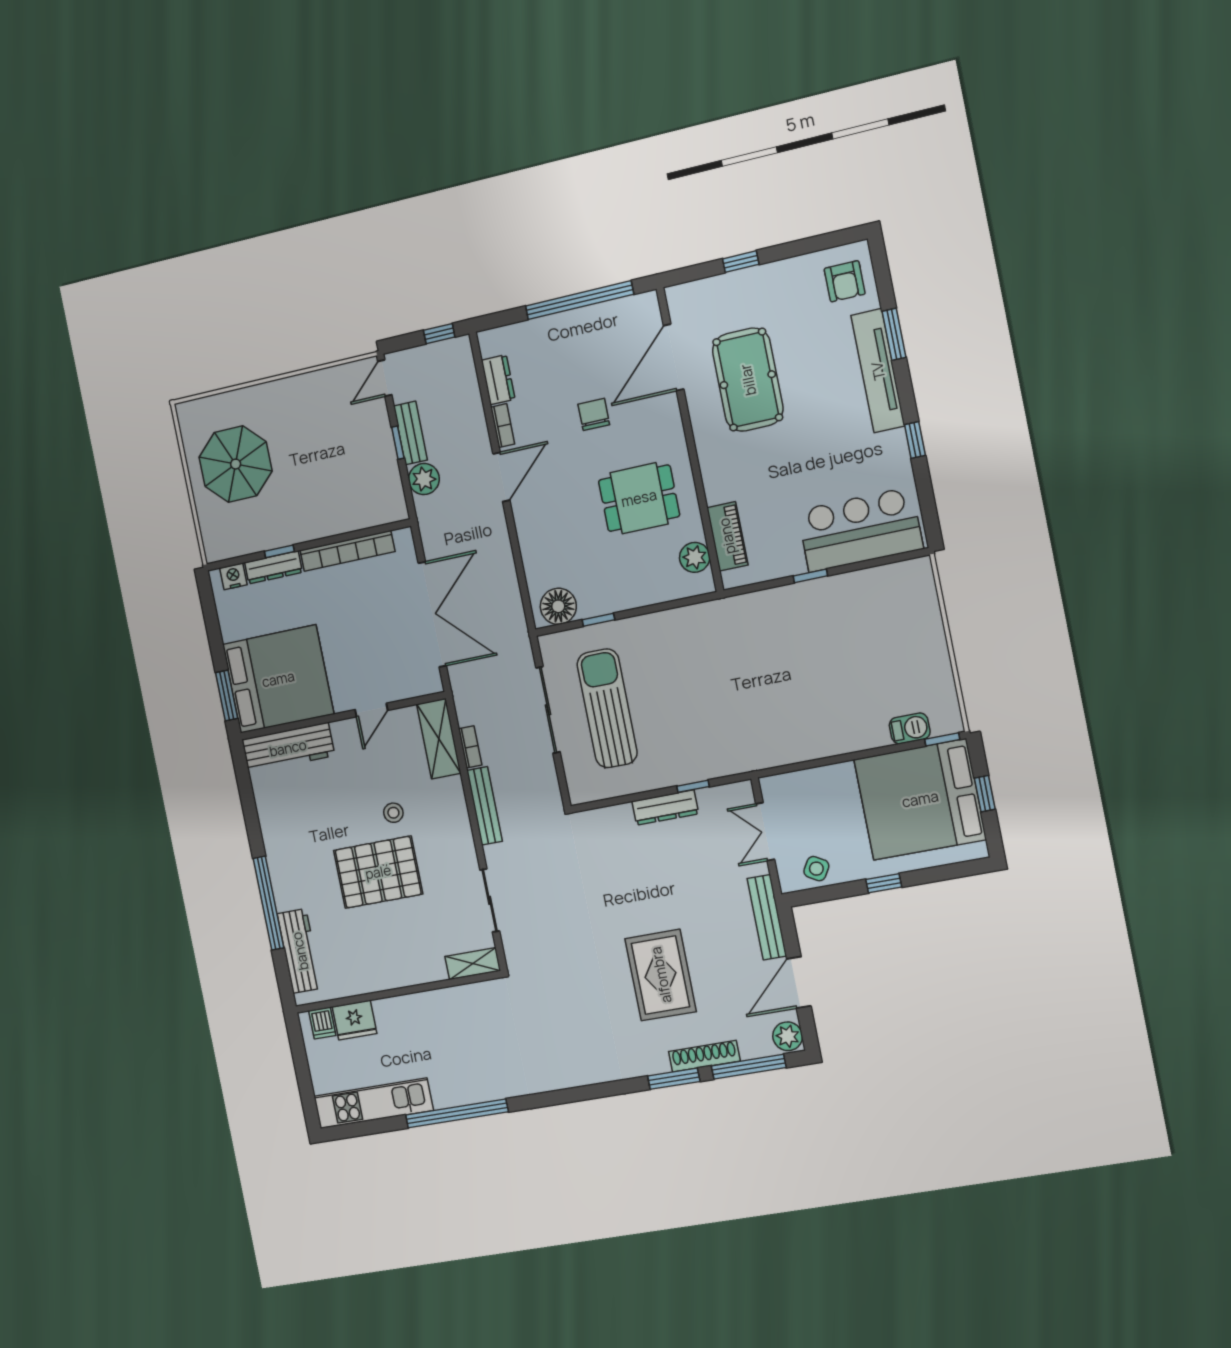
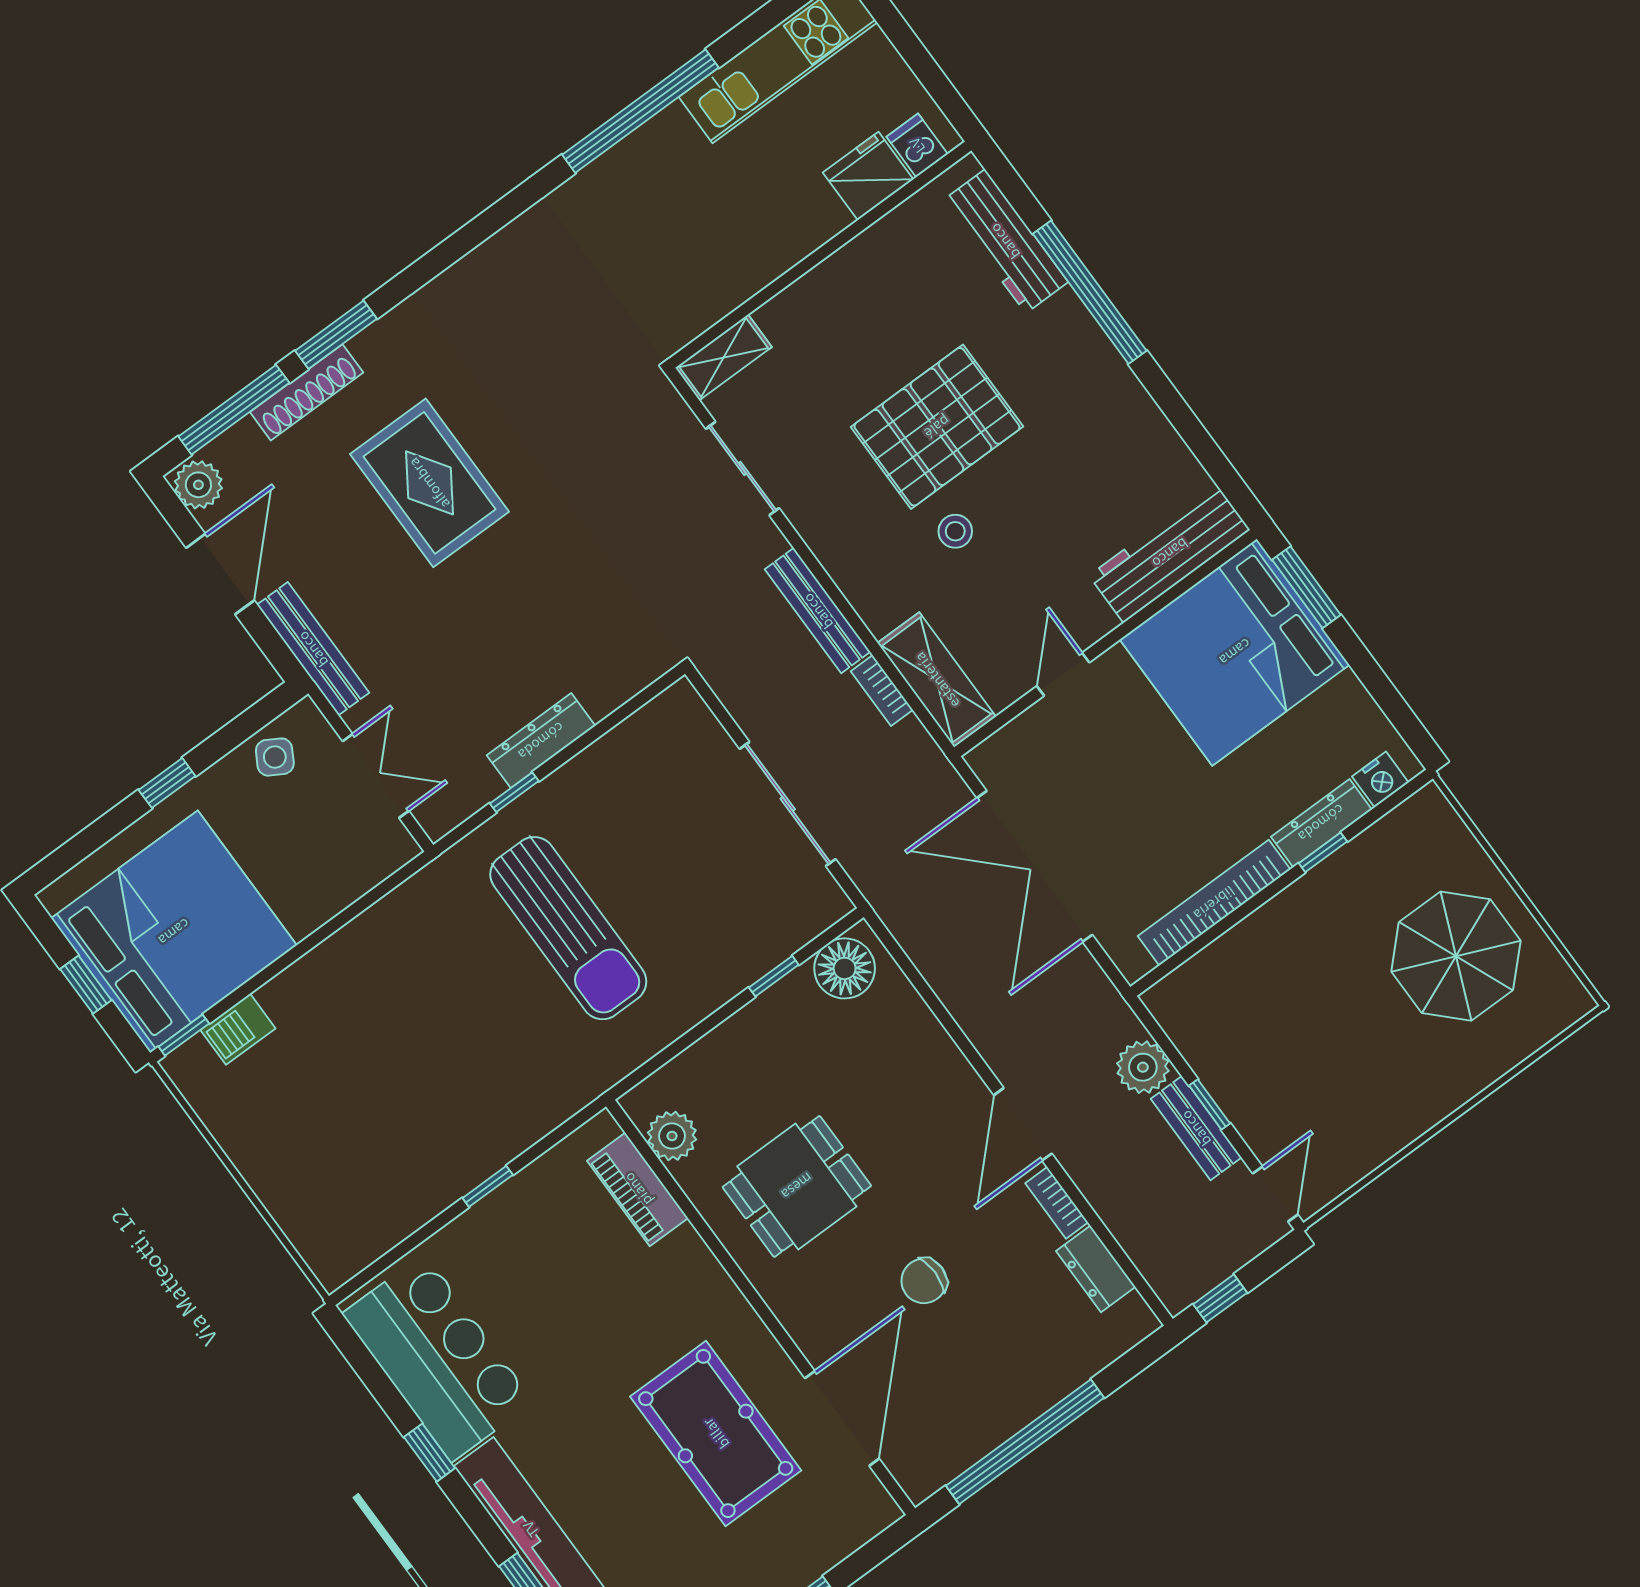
chair: (594, 414) -> (924, 1281), turned 90
bar counter: (860, 530) -> (438, 1358), moved, turned -90
sun lounger: (607, 708) -> (568, 928), moved

